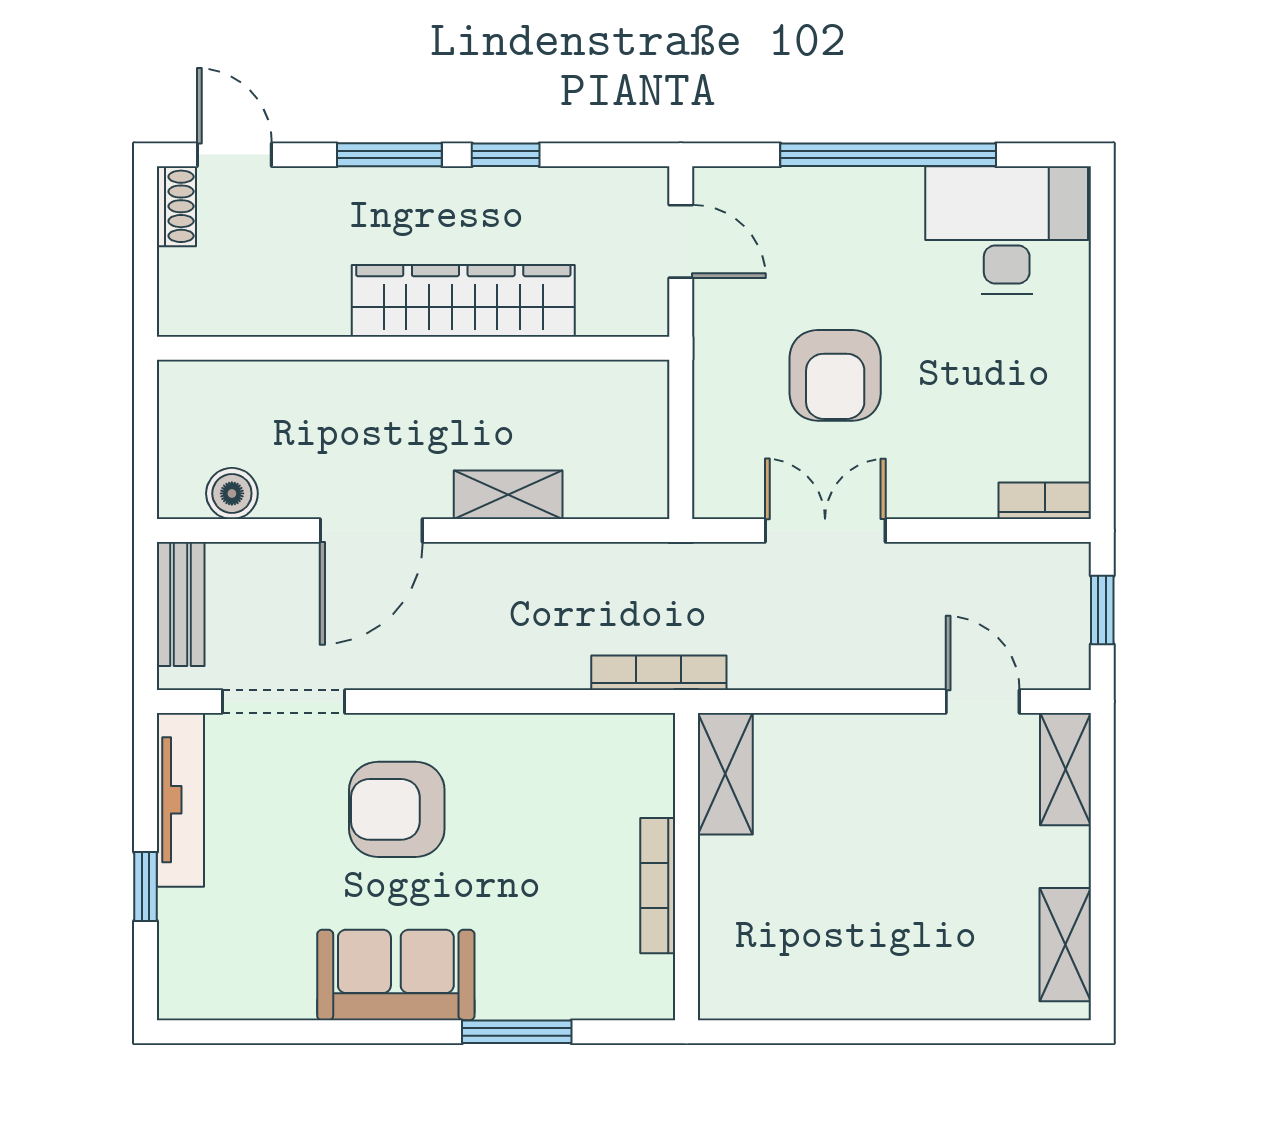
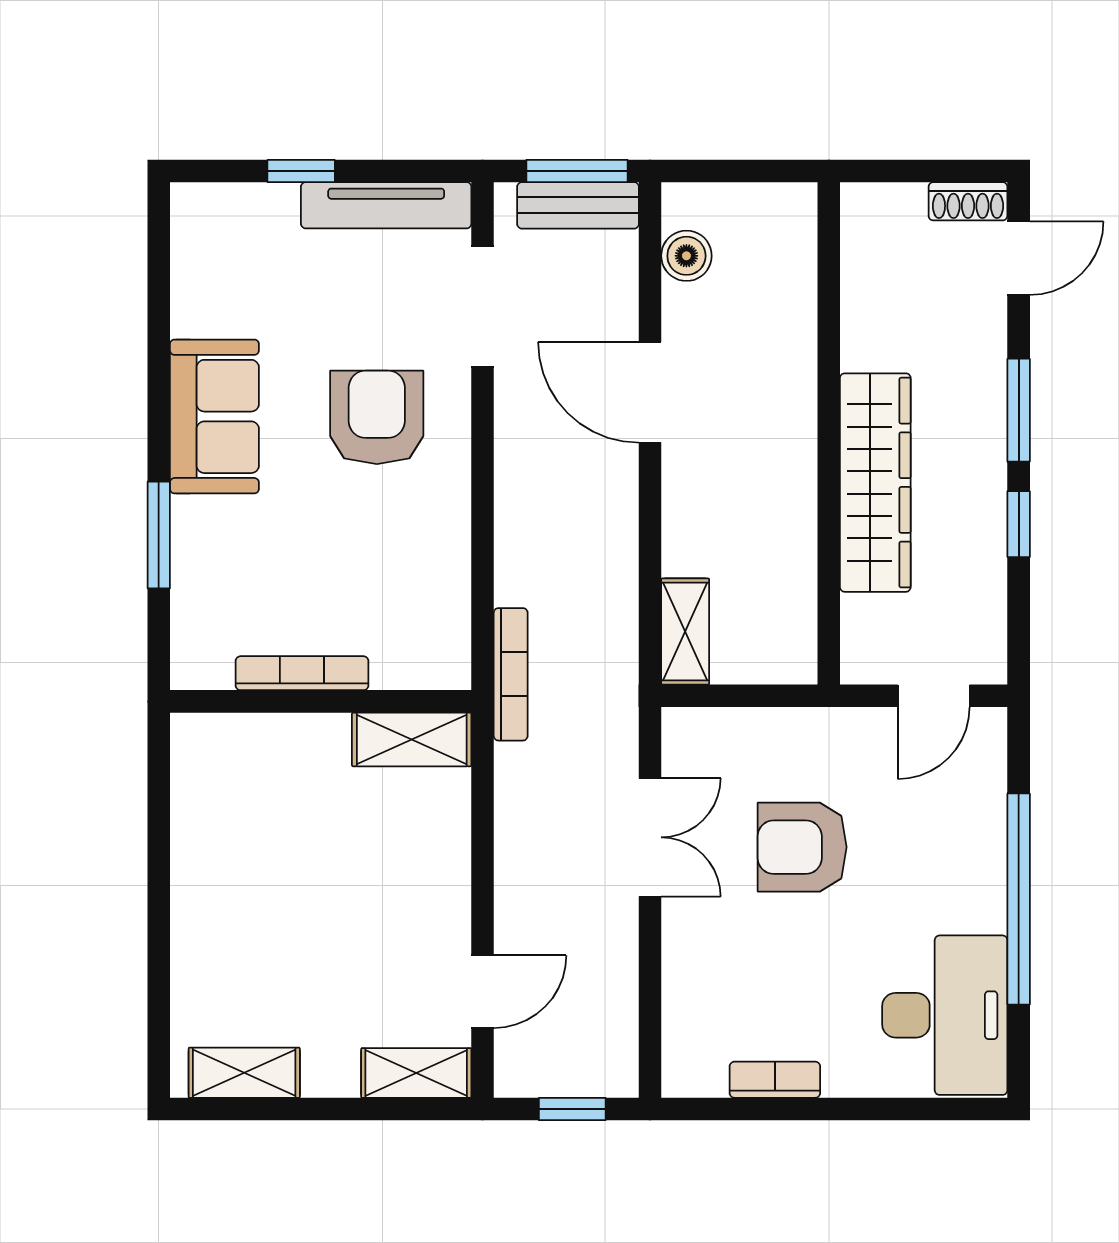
shelving: (508, 495) -> (685, 631), moved
bookcase: (1045, 501) -> (775, 1080), moved, turned -90
window: (145, 605) -> (577, 171), added

